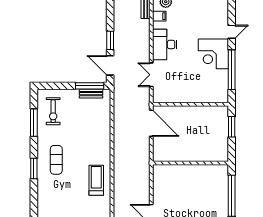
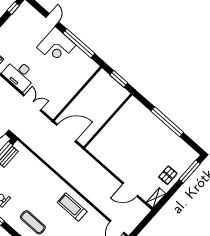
double door: (151, 75) -> (32, 103), swing flipped
wall: (190, 163) -> (108, 121), moved

